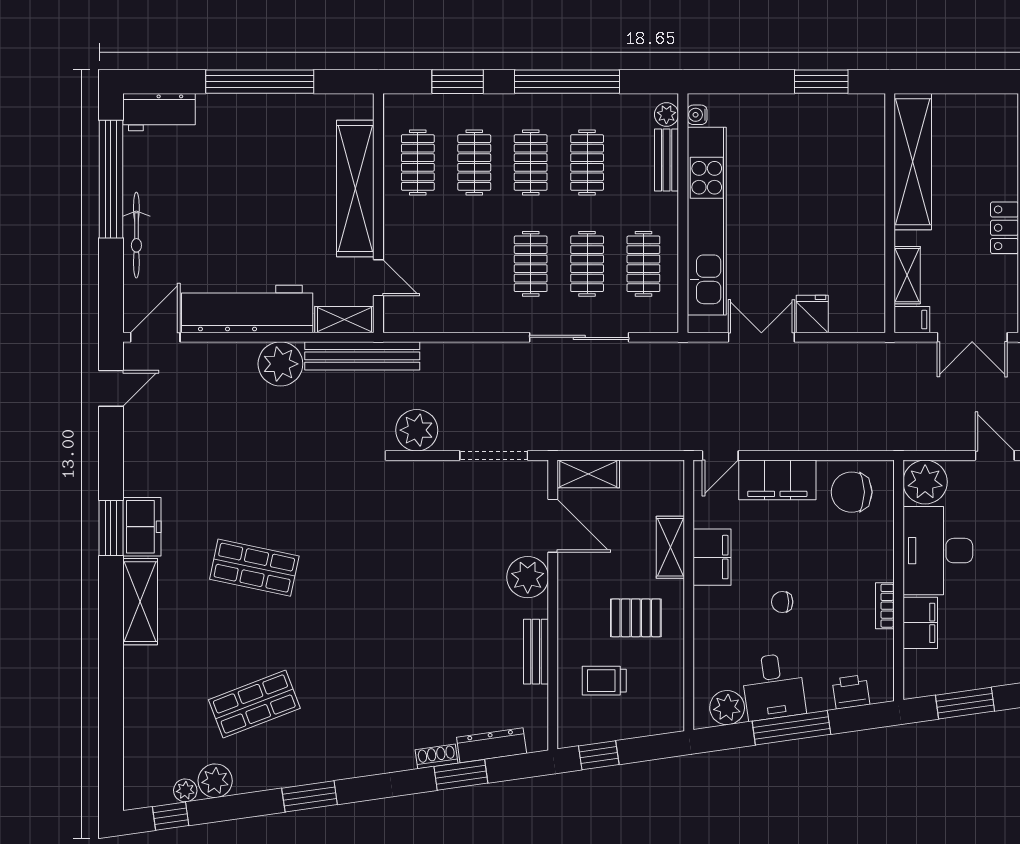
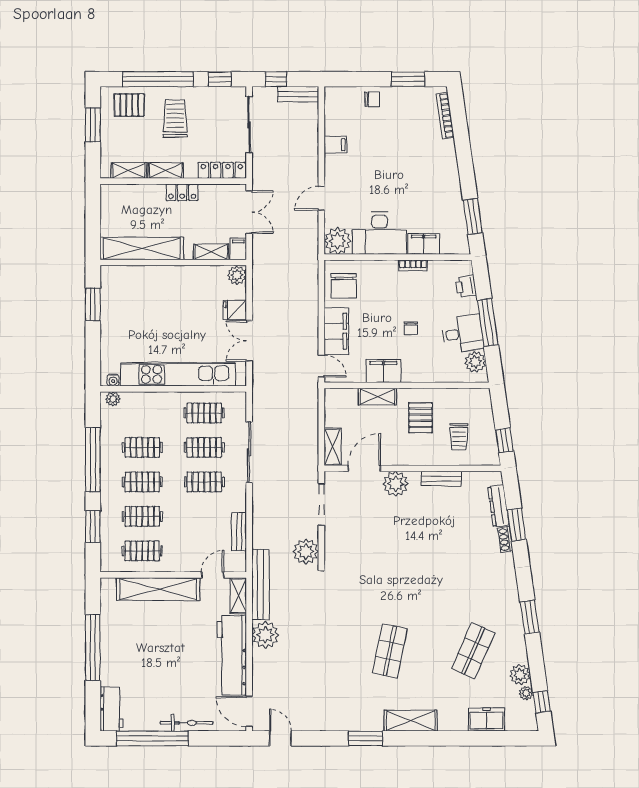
bench: (667, 160) -> (239, 532), moved, turned 90
plant: (869, 317) -> (237, 275), added
freezer: (142, 527) -> (486, 720), moved
shop shelf: (254, 704) -> (473, 651), turned 45

